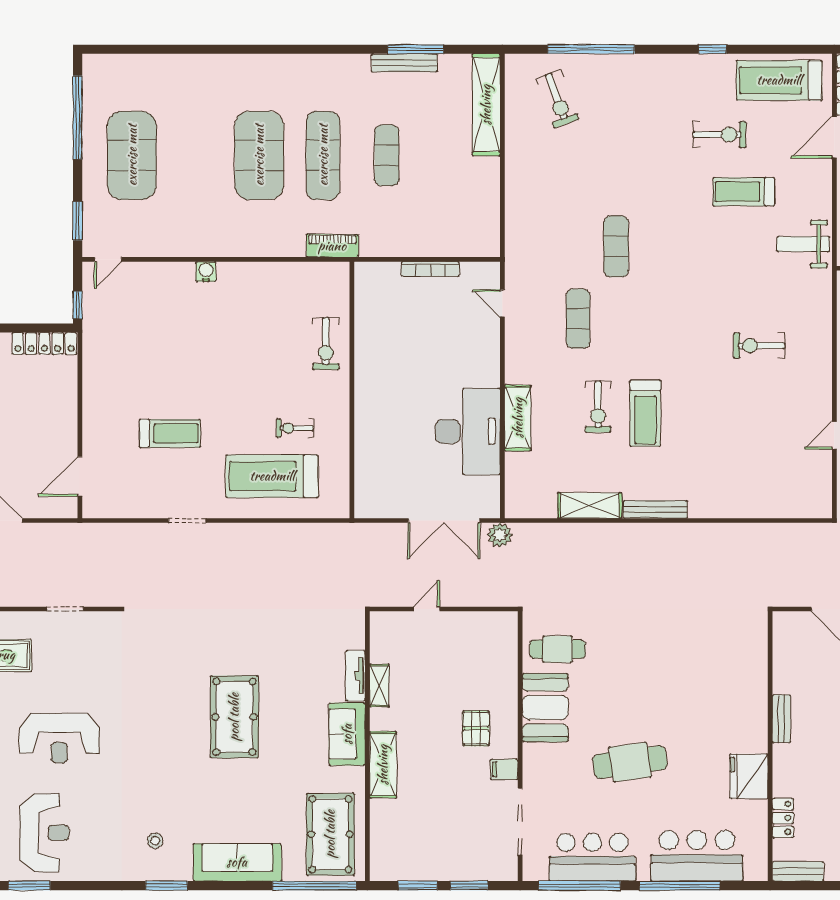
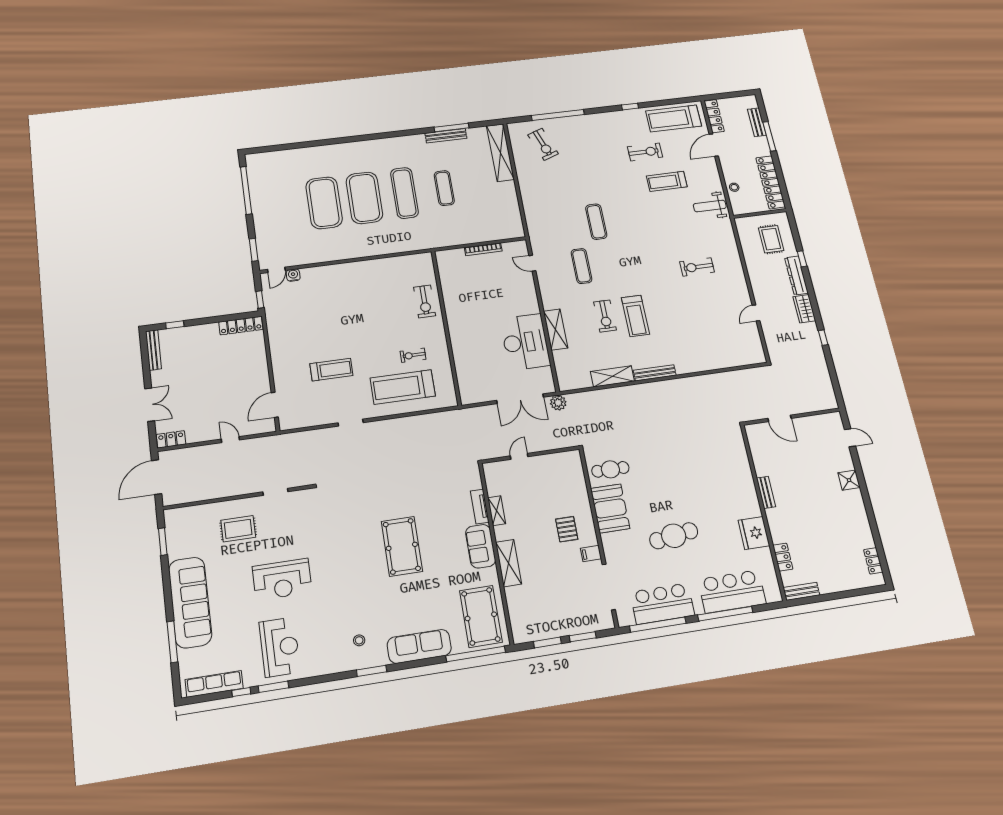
exercise mat: (132, 155) -> (324, 203), moved
piano: (332, 246) -> (419, 244), removed
water cooler: (206, 272) -> (293, 275), moved

